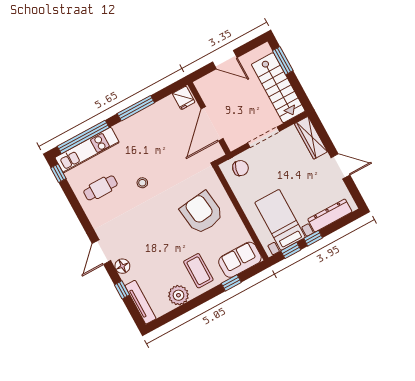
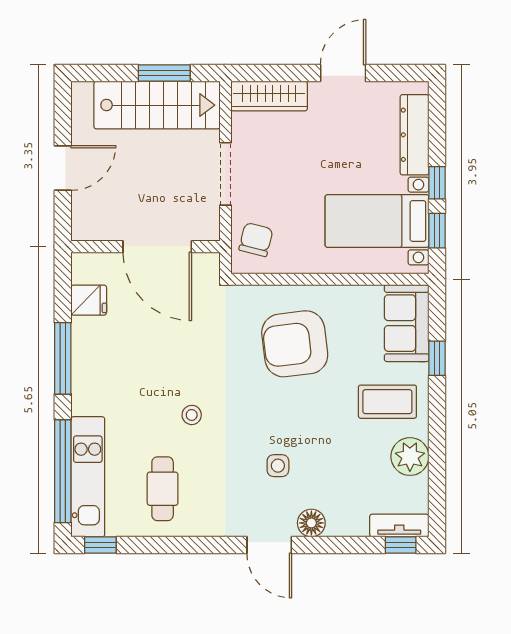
window: (283, 61) -> (164, 73), moved
fridge: (184, 98) -> (89, 300), moved
side table: (141, 236) -> (278, 466), added
window: (122, 290) -> (401, 545), moved
tv unit: (140, 302) -> (399, 526), width x0.71

